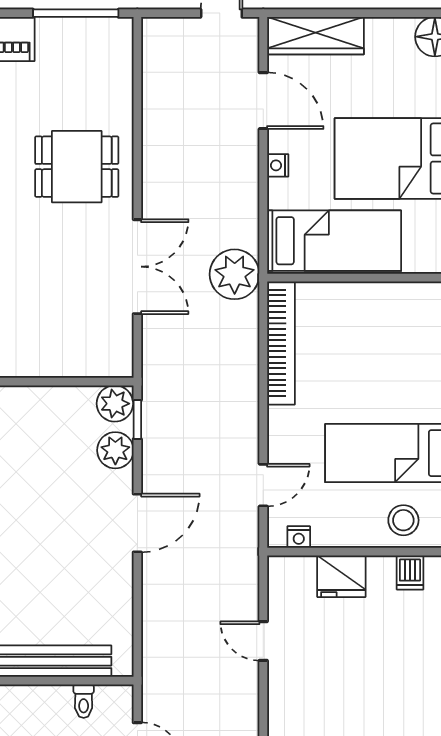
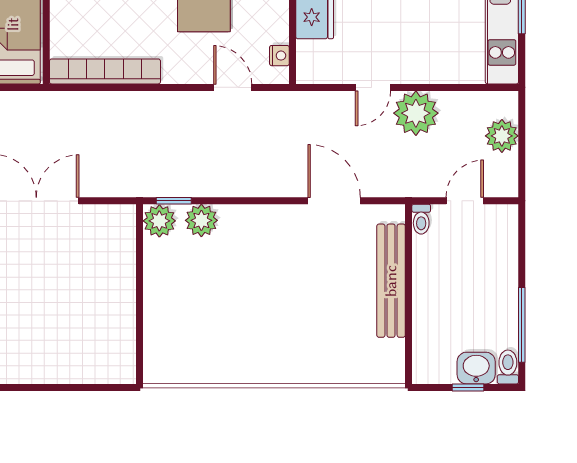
plant: (235, 274) -> (416, 113), moved
door: (137, 523) -> (334, 201), moved
toilet: (84, 701) -> (421, 219), moved, turned 90

